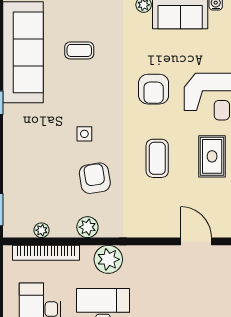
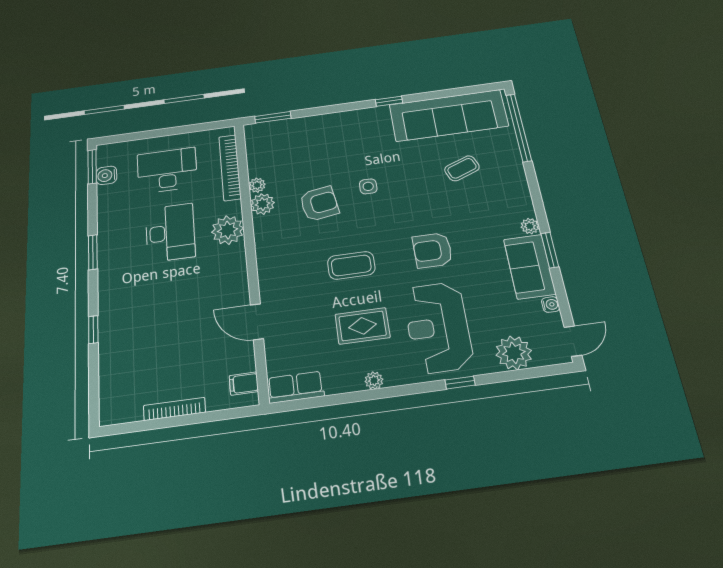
coffee table: (79, 50) -> (462, 168), turned 69
plant: (42, 230) -> (257, 185), moved
door: (196, 241) -> (257, 322), swing flipped

